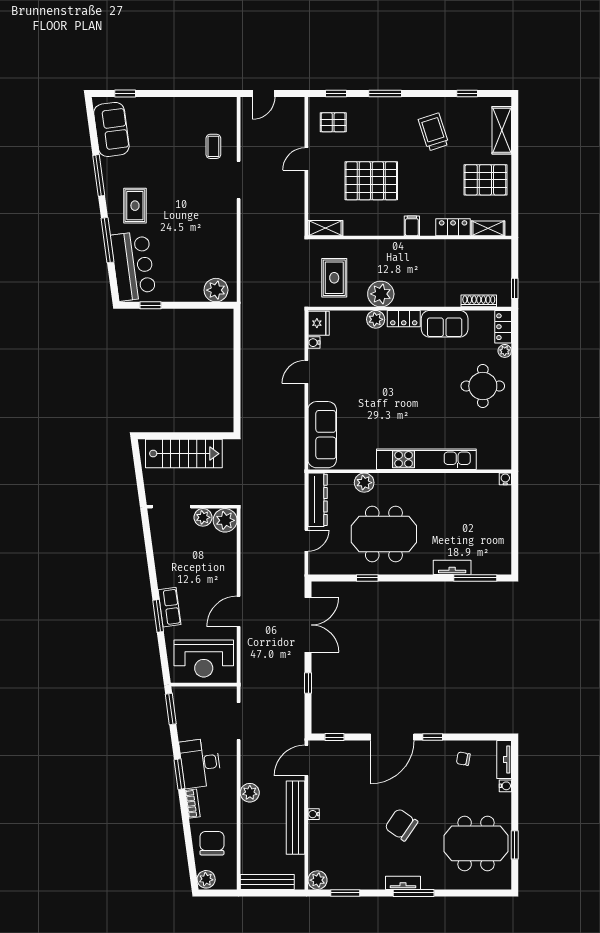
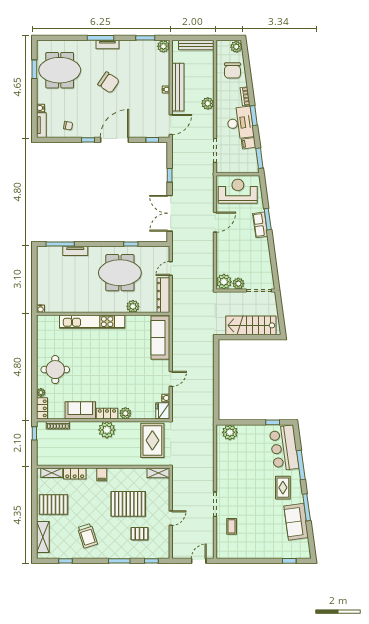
pallet: (333, 122) -> (140, 534), moved
sofa: (111, 129) -> (296, 522), moved
rug: (334, 278) -> (152, 440), width x1.36, depth x1.43
plant: (381, 294) -> (107, 430), moved
filing cabinet: (187, 732) -> (249, 143), added

